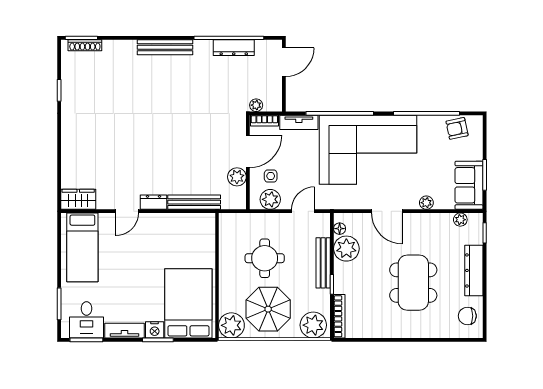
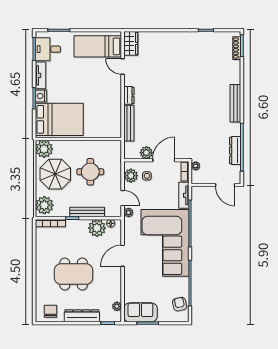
door: (248, 151) -> (164, 160), swing flipped
plant: (426, 203) -> (129, 212), moved
door: (127, 211) -> (123, 67), moved

